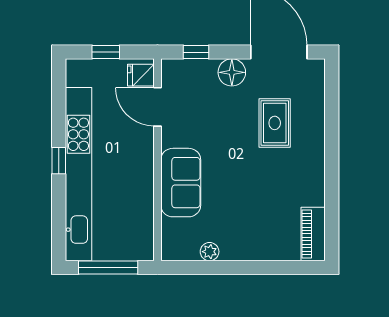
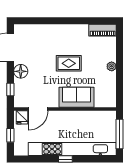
rug: (275, 123) -> (69, 63), moved
plant: (210, 252) -> (112, 66), moved

